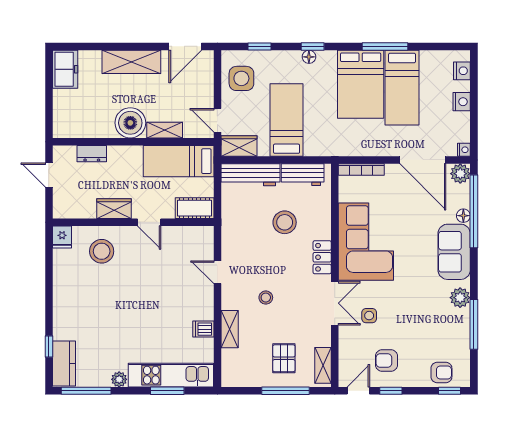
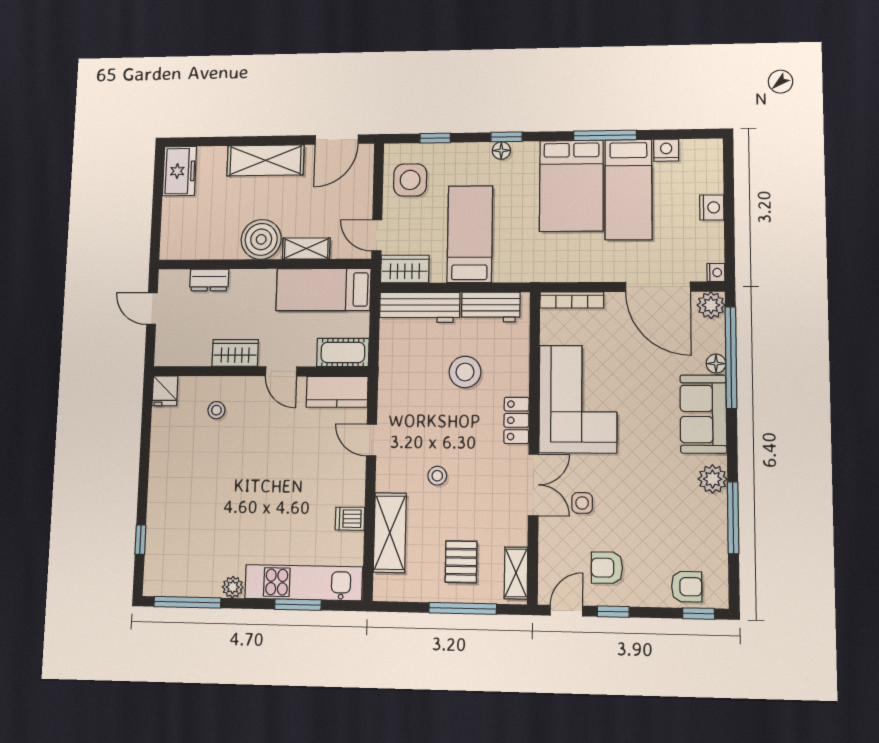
nightstand: (462, 71) -> (666, 150), moved, turned -90
stool: (102, 251) -> (216, 410), width x0.53, depth x0.53
shelving: (230, 329) -> (390, 533), width x1.50, depth x1.33
kitchen counter: (64, 364) -> (337, 392), moved, turned 90

